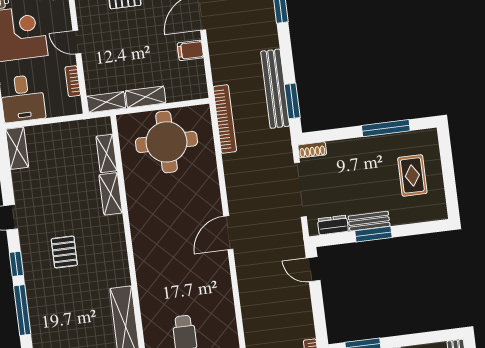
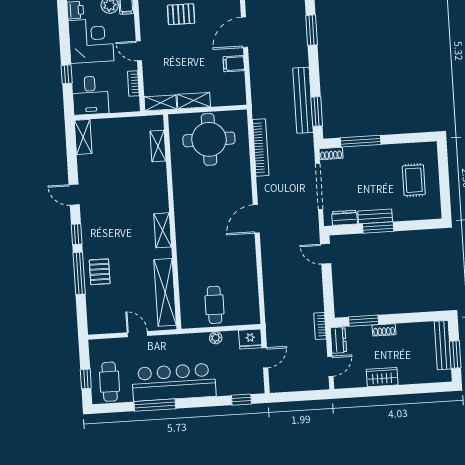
bookcase: (225, 119) -> (261, 148), moved
window: (386, 128) -> (361, 141), moved
shelving: (111, 194) -> (163, 230), moved
pallet: (64, 252) -> (100, 272), moved

